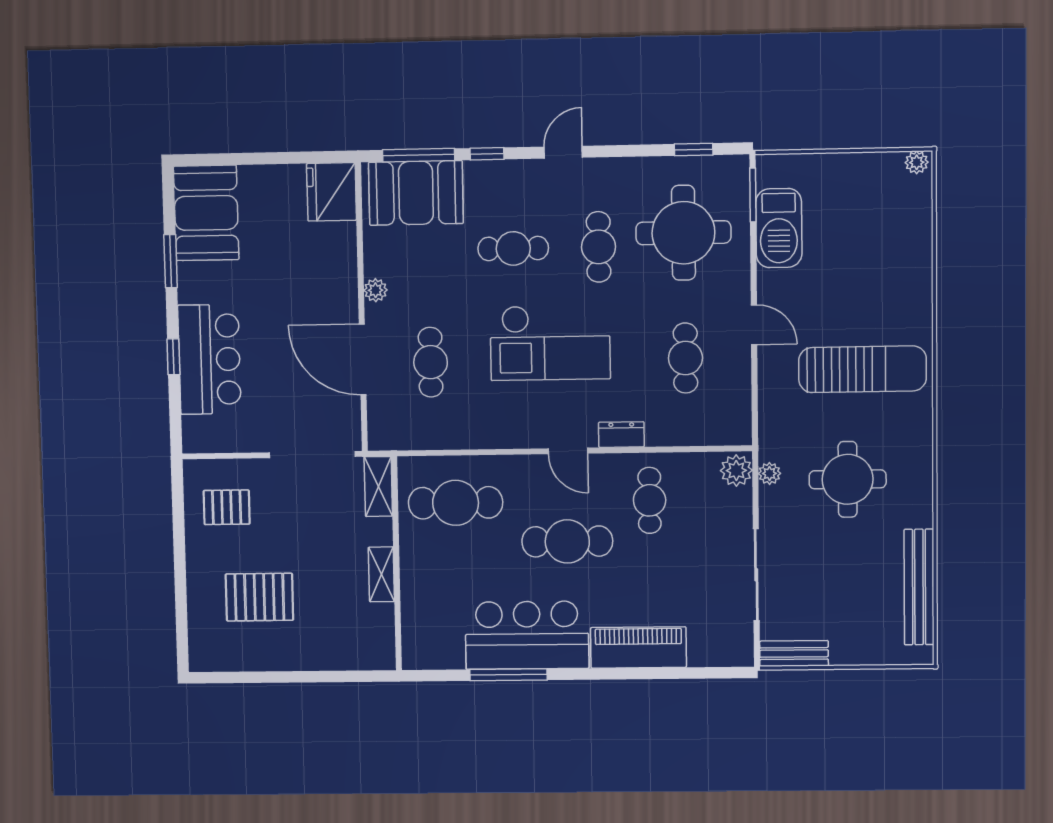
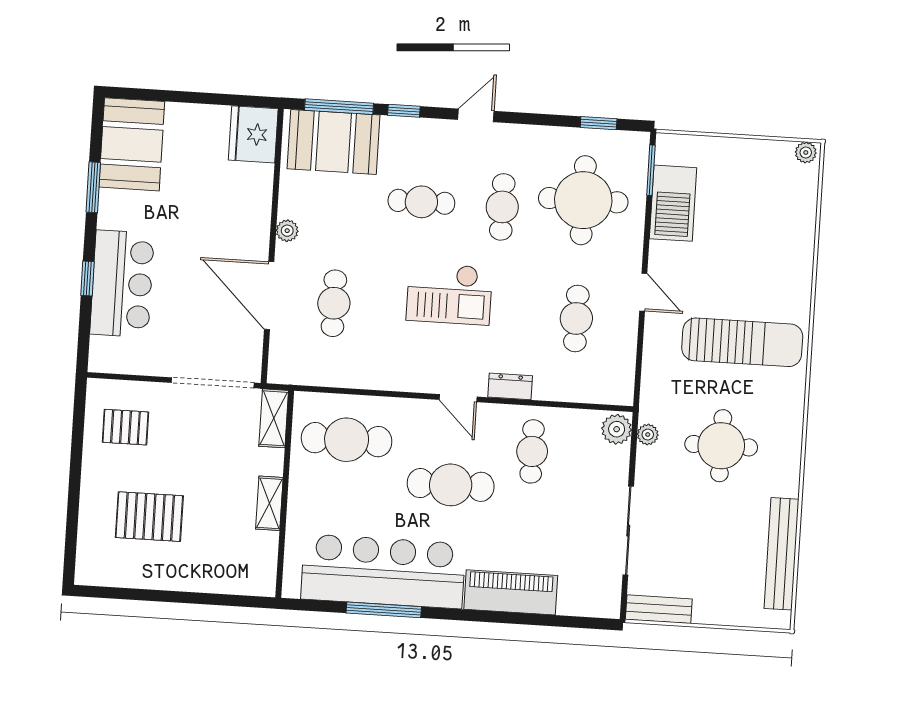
checkout: (550, 343) -> (449, 294), width x0.73, depth x0.83
bar counter: (527, 635) -> (383, 571), width x1.36

